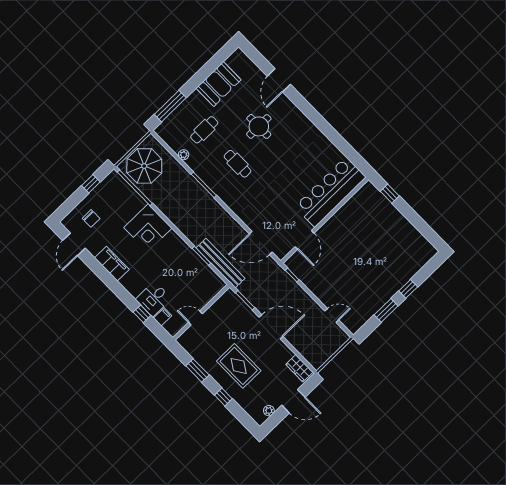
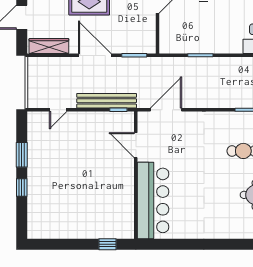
bench: (221, 263) -> (107, 101), moved
door: (271, 327) -> (95, 55), swing flipped
wardrobe: (299, 368) -> (49, 46), width x1.50

